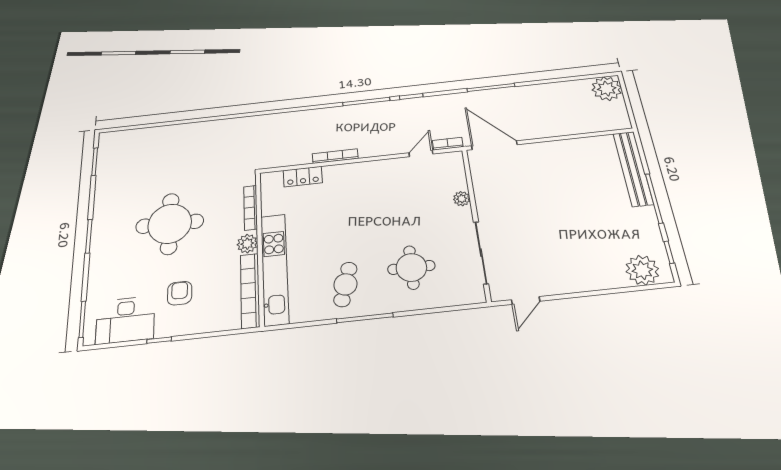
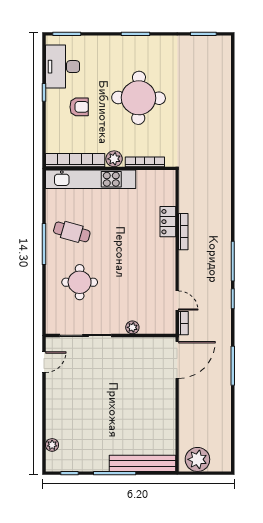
plant: (607, 89) -> (197, 459), moved
locker: (303, 176) -> (168, 222), moved
plant: (642, 270) -> (52, 445), width x0.53, depth x0.53
door: (526, 301) -> (44, 362), swing flipped

